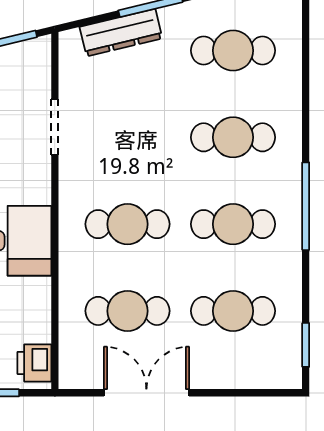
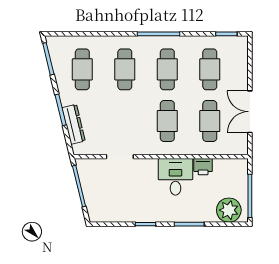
printer: (34, 363) -> (203, 167), moved

